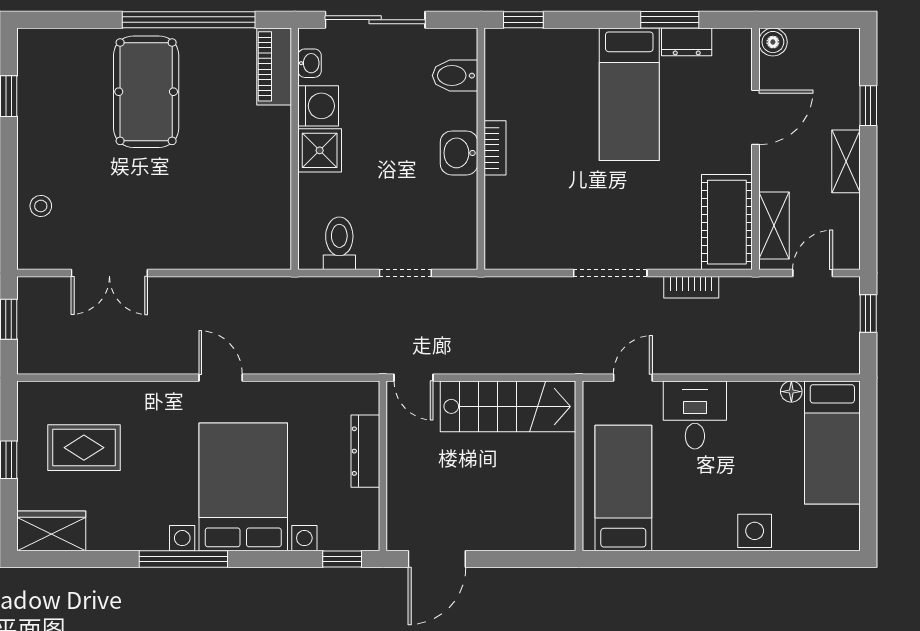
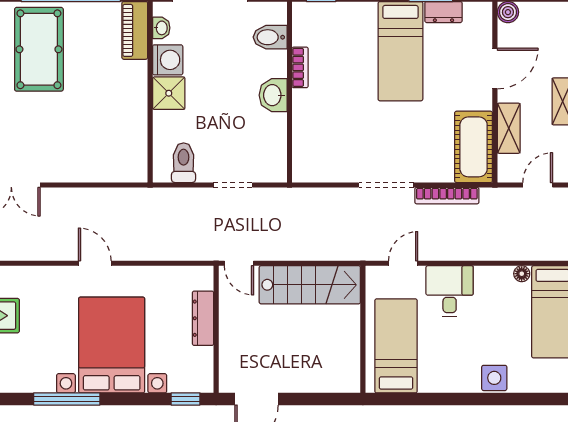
bookcase: (495, 148) -> (300, 67), moved
shelving: (774, 225) -> (509, 128), moved
bookcase: (691, 287) -> (447, 196), width x1.56

